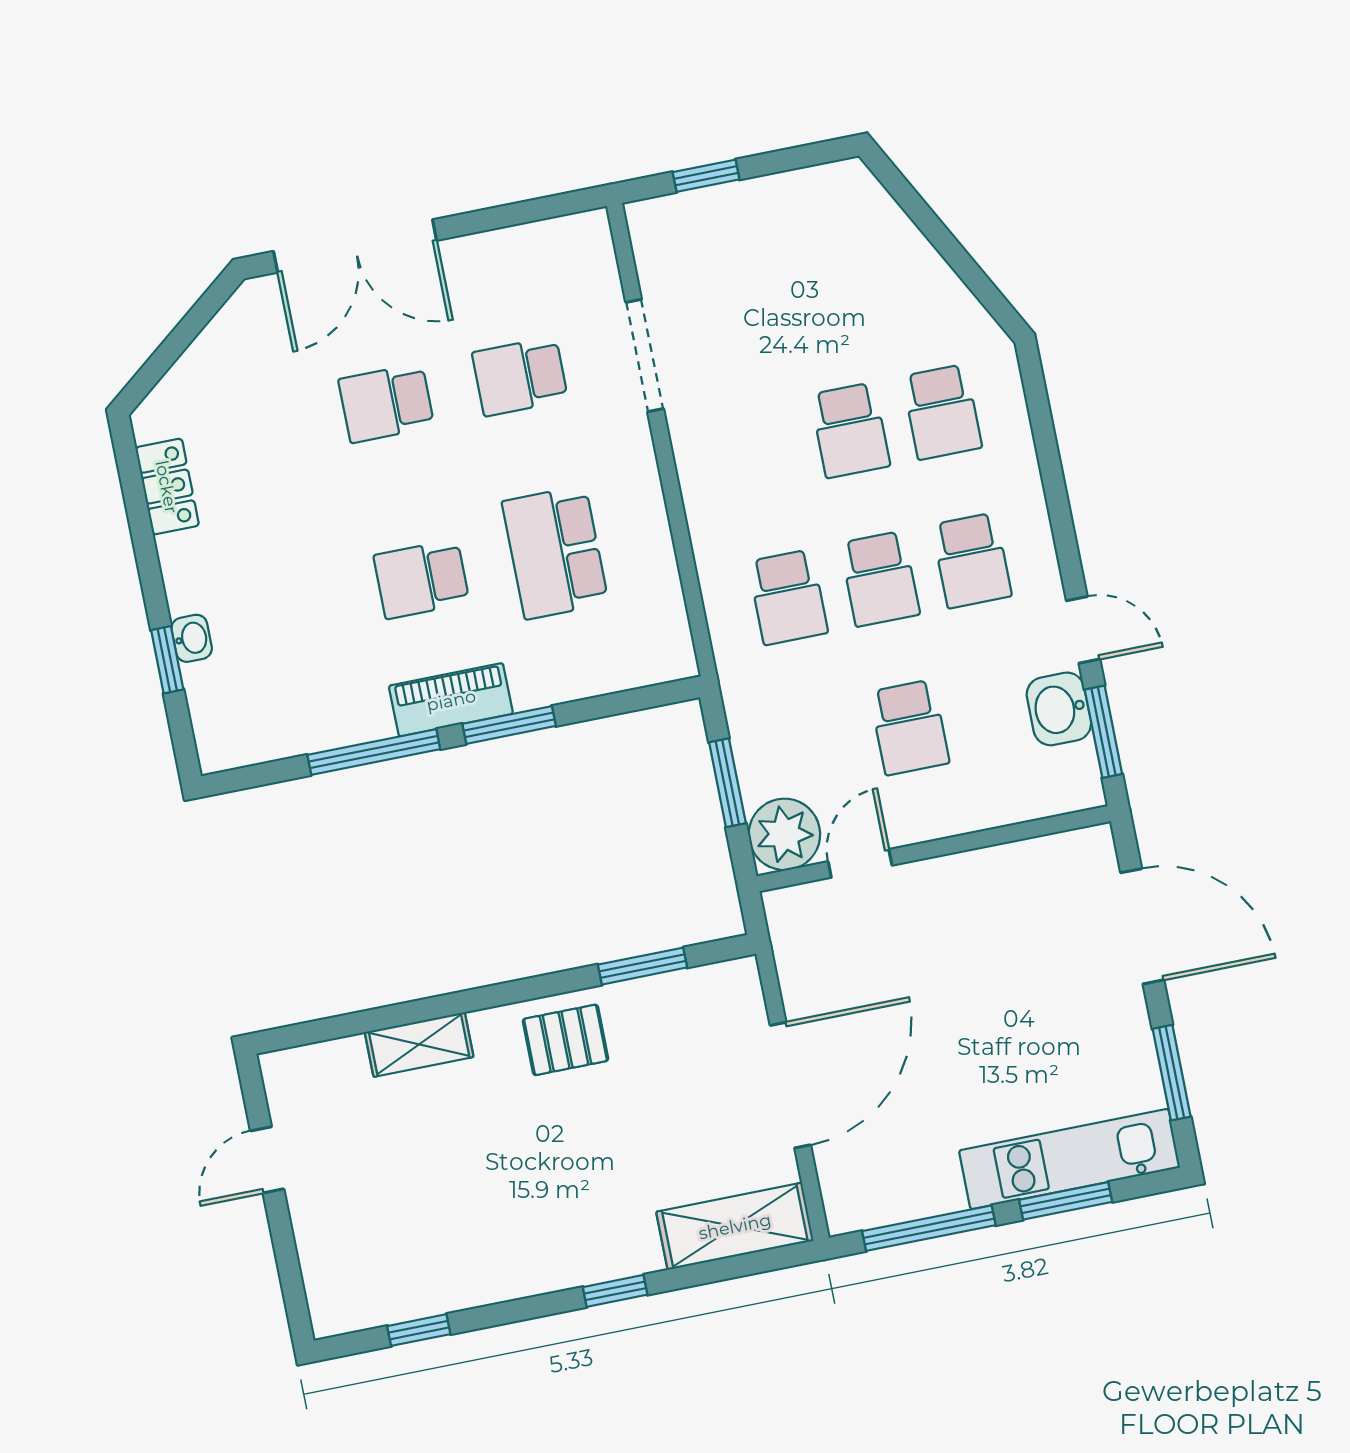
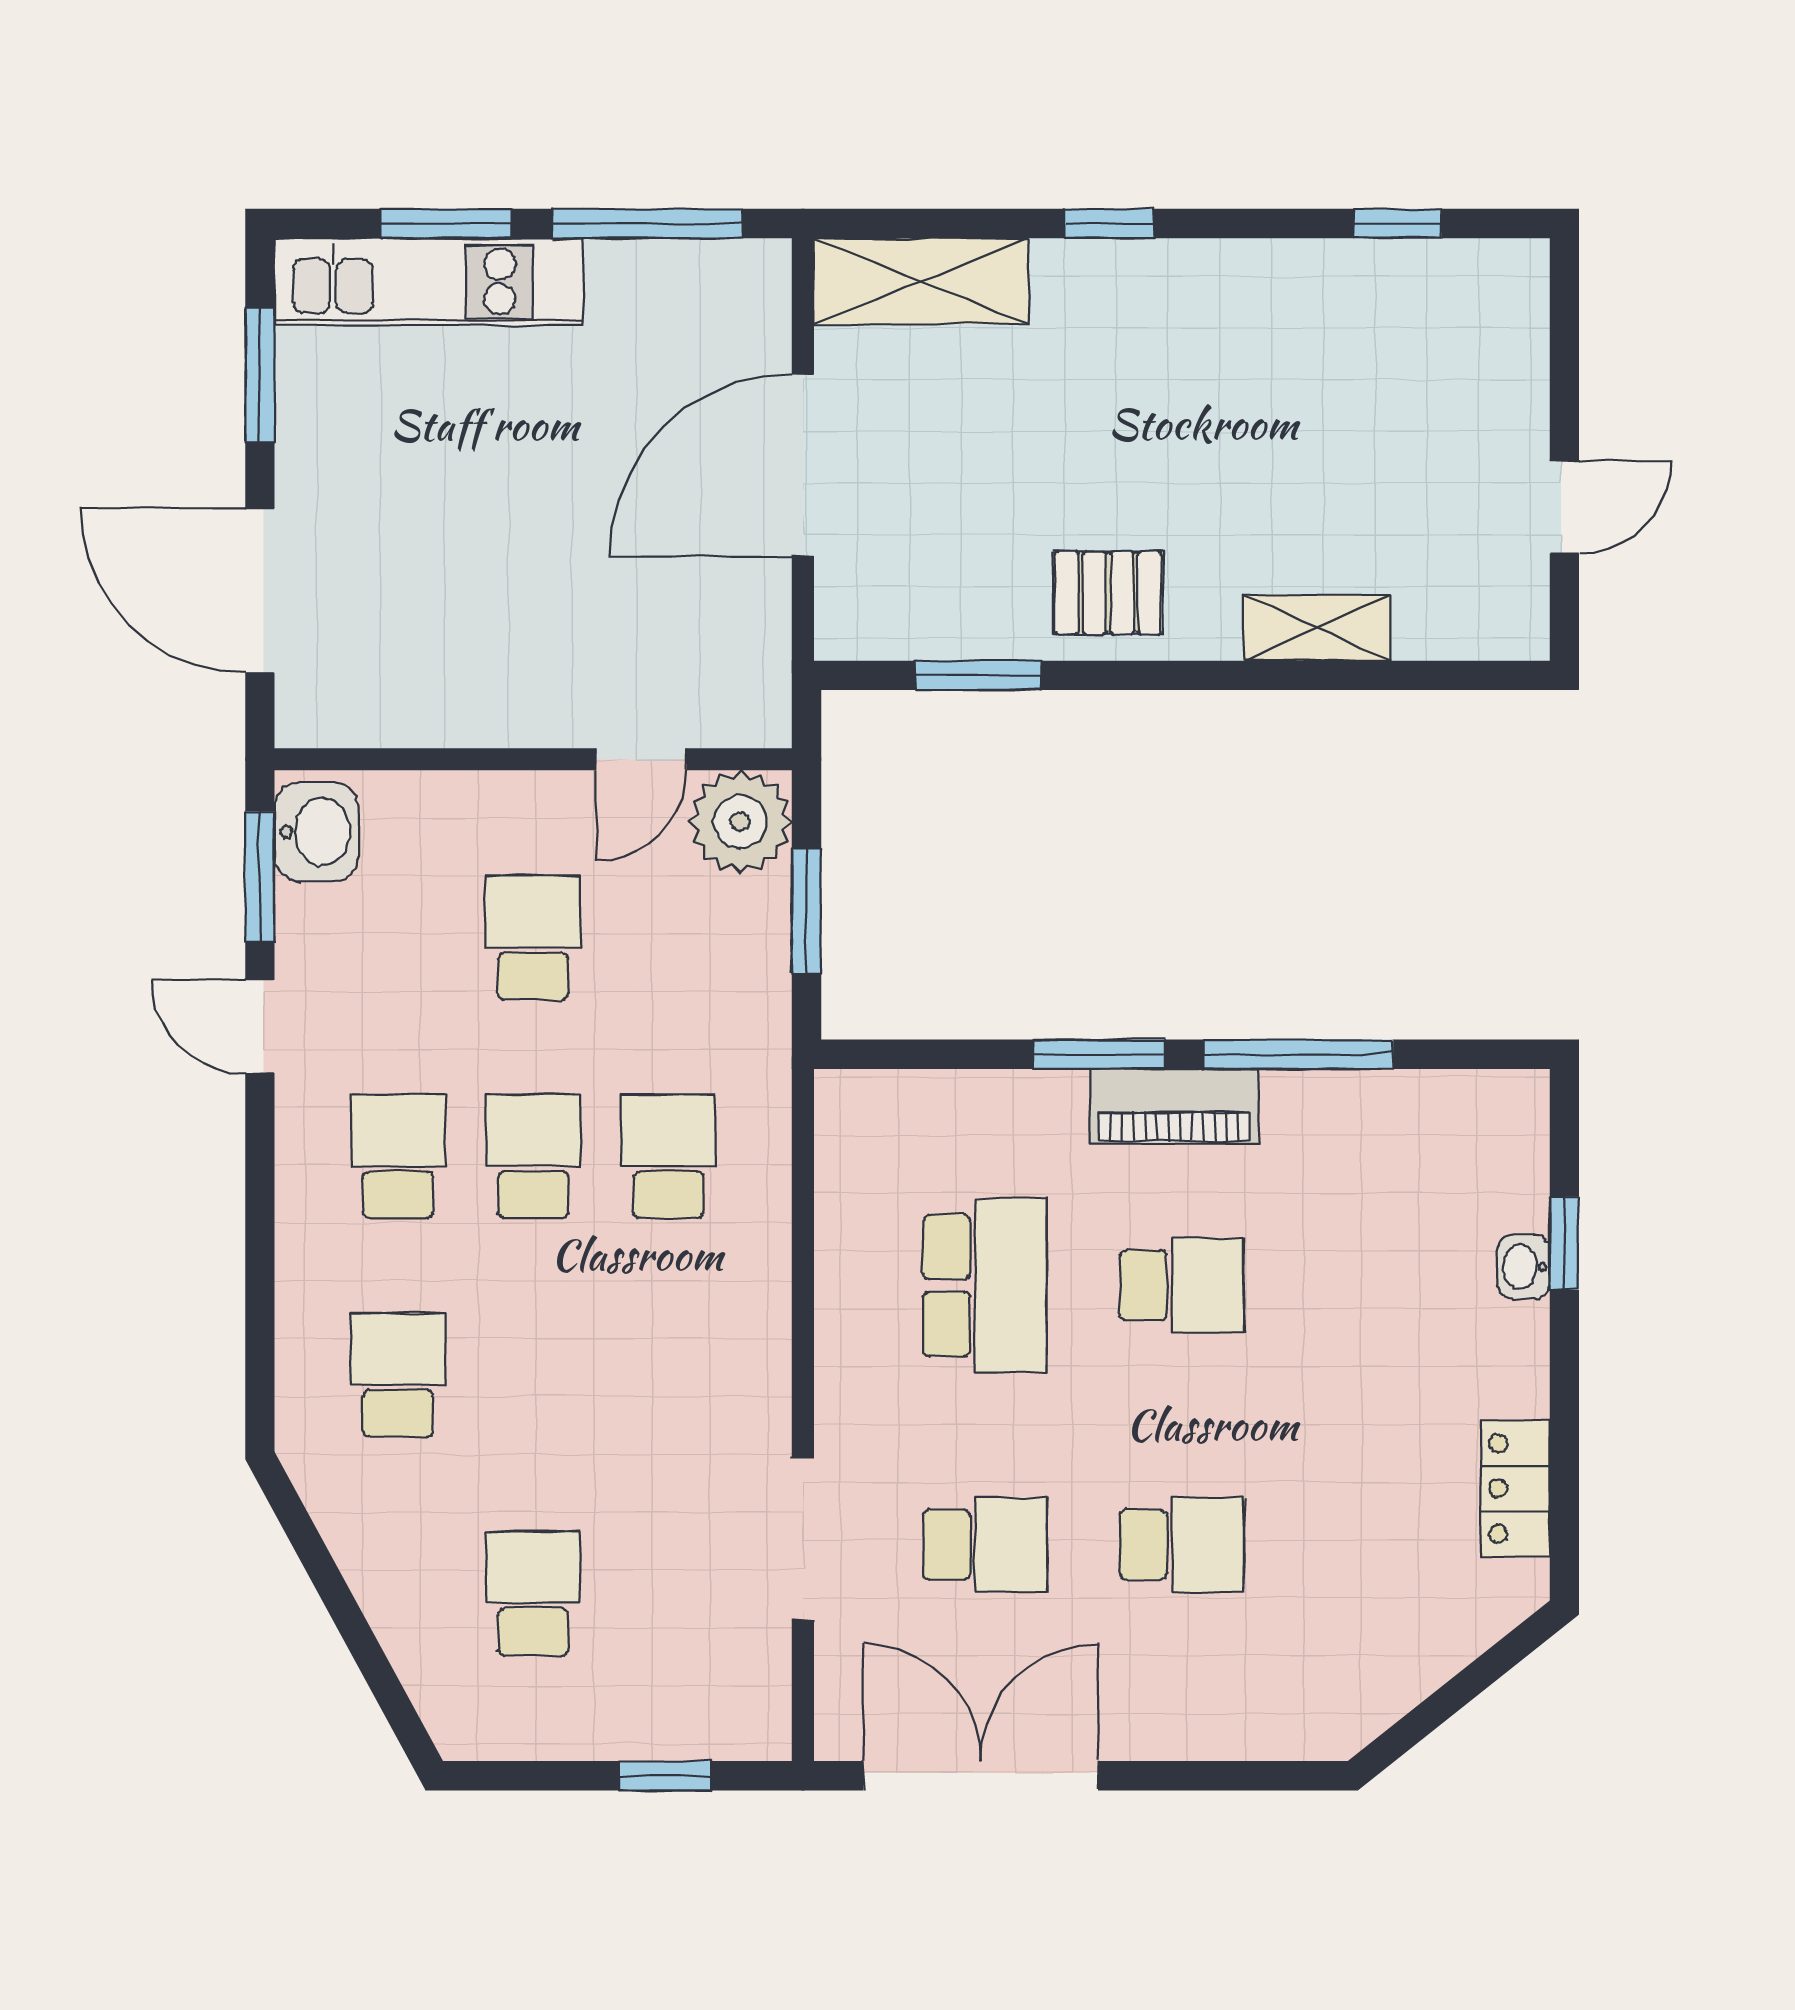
double door: (355, 246) -> (981, 1776), moved
school desk: (850, 430) -> (533, 1594), moved
washbasin: (1059, 709) -> (316, 832), moved

